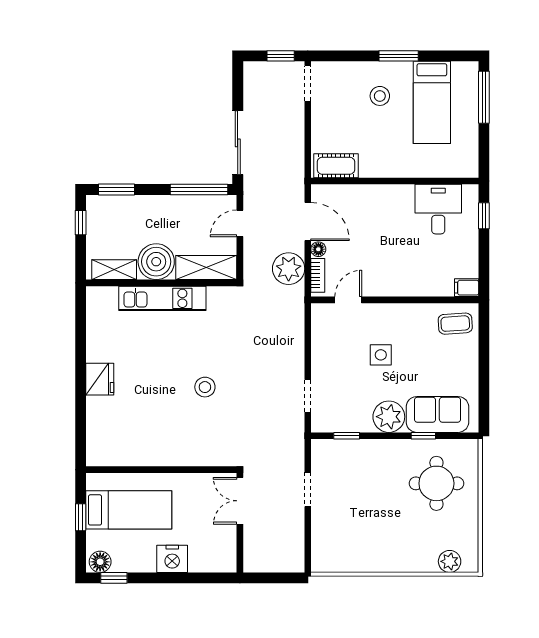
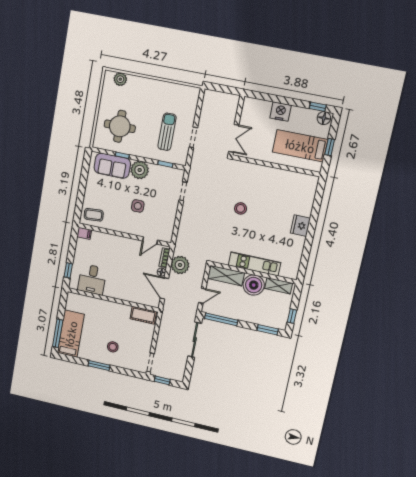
bed: (432, 102) -> (71, 334), moved
sun lounger: (354, 490) -> (167, 132), added

